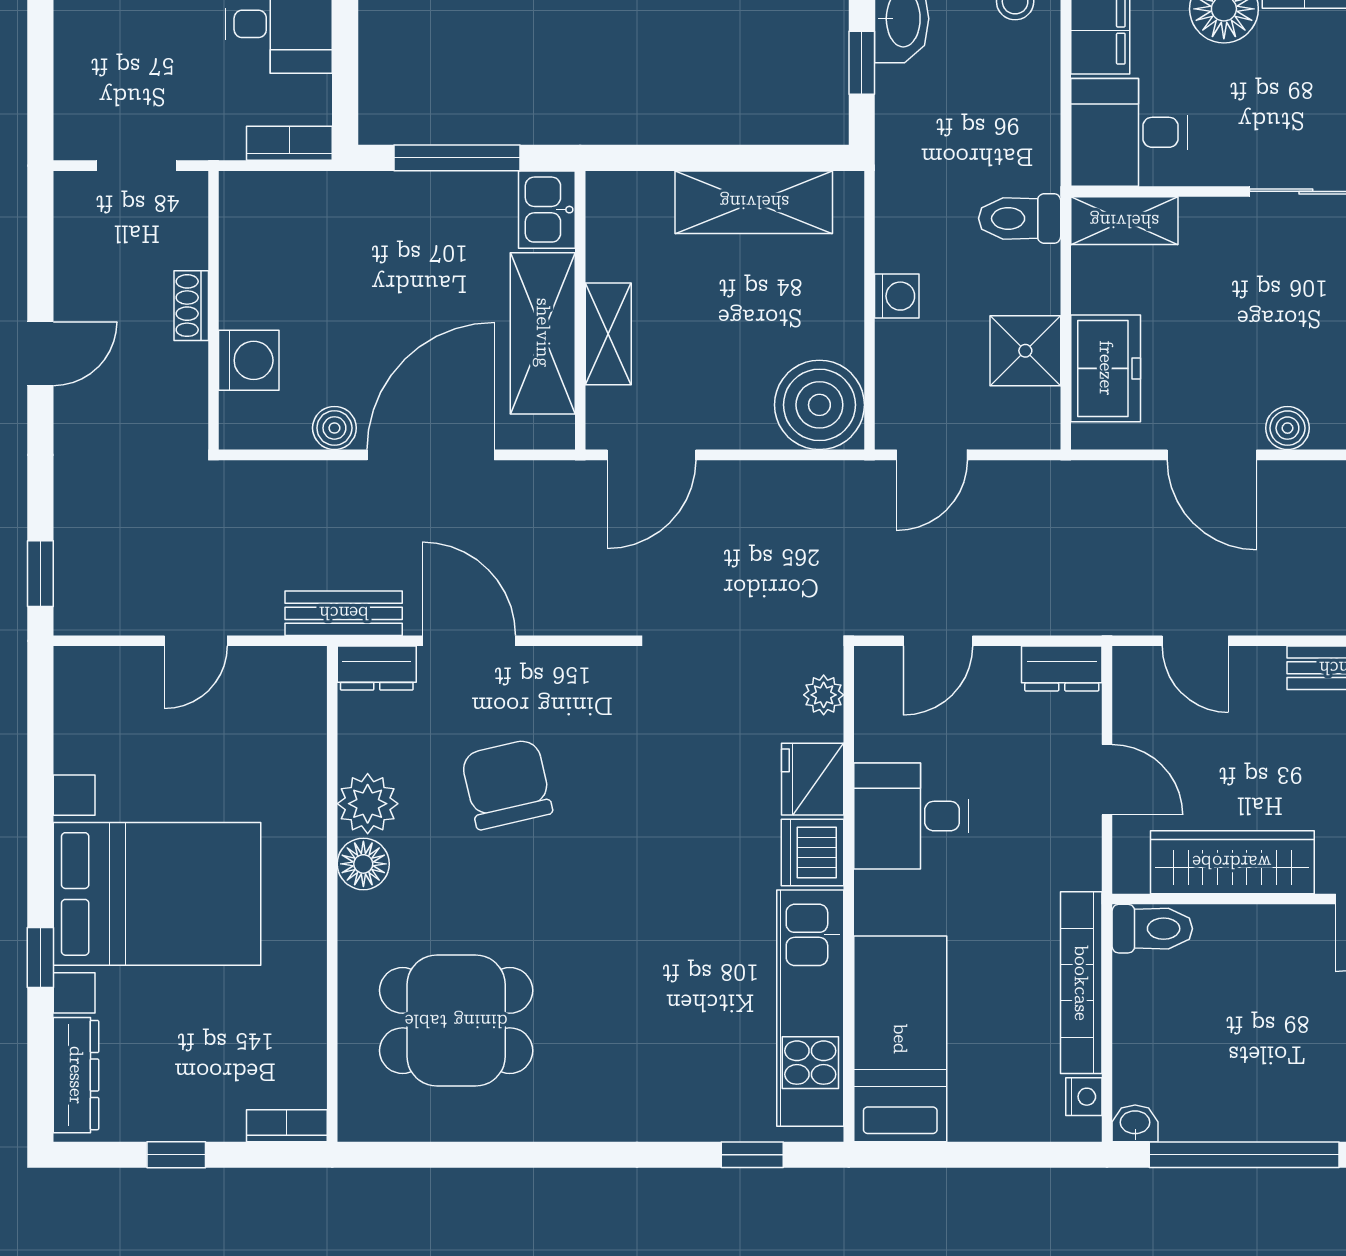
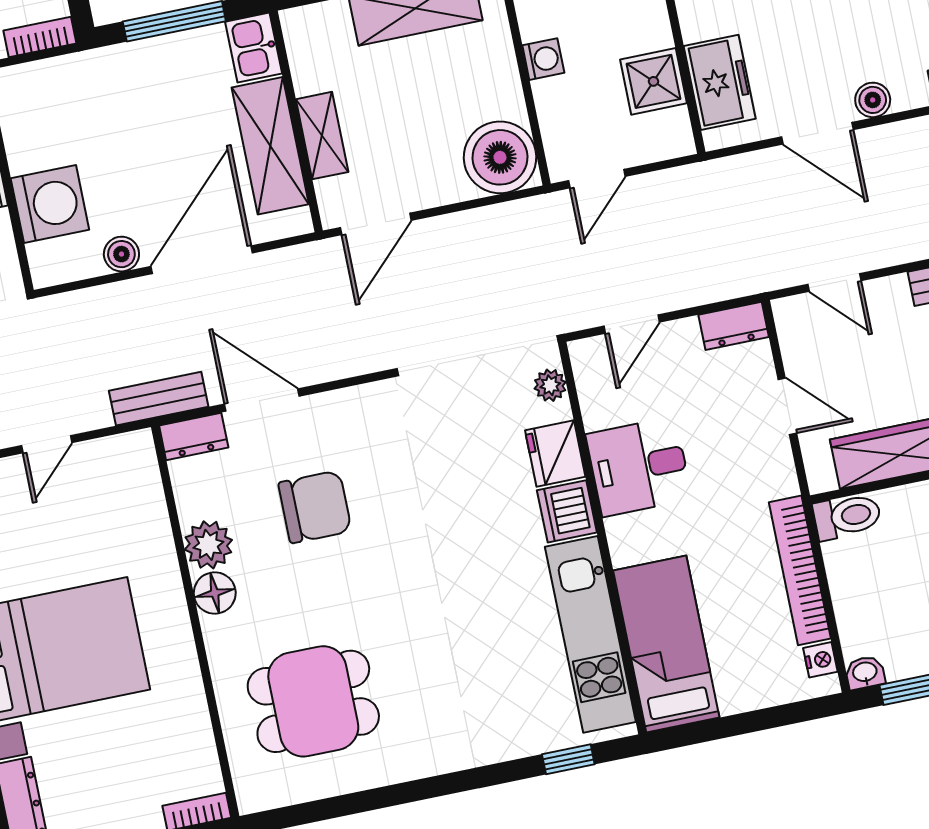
washing machine: (249, 360) -> (50, 204), width x1.37, depth x1.37
chair: (507, 784) -> (315, 507), turned 103

